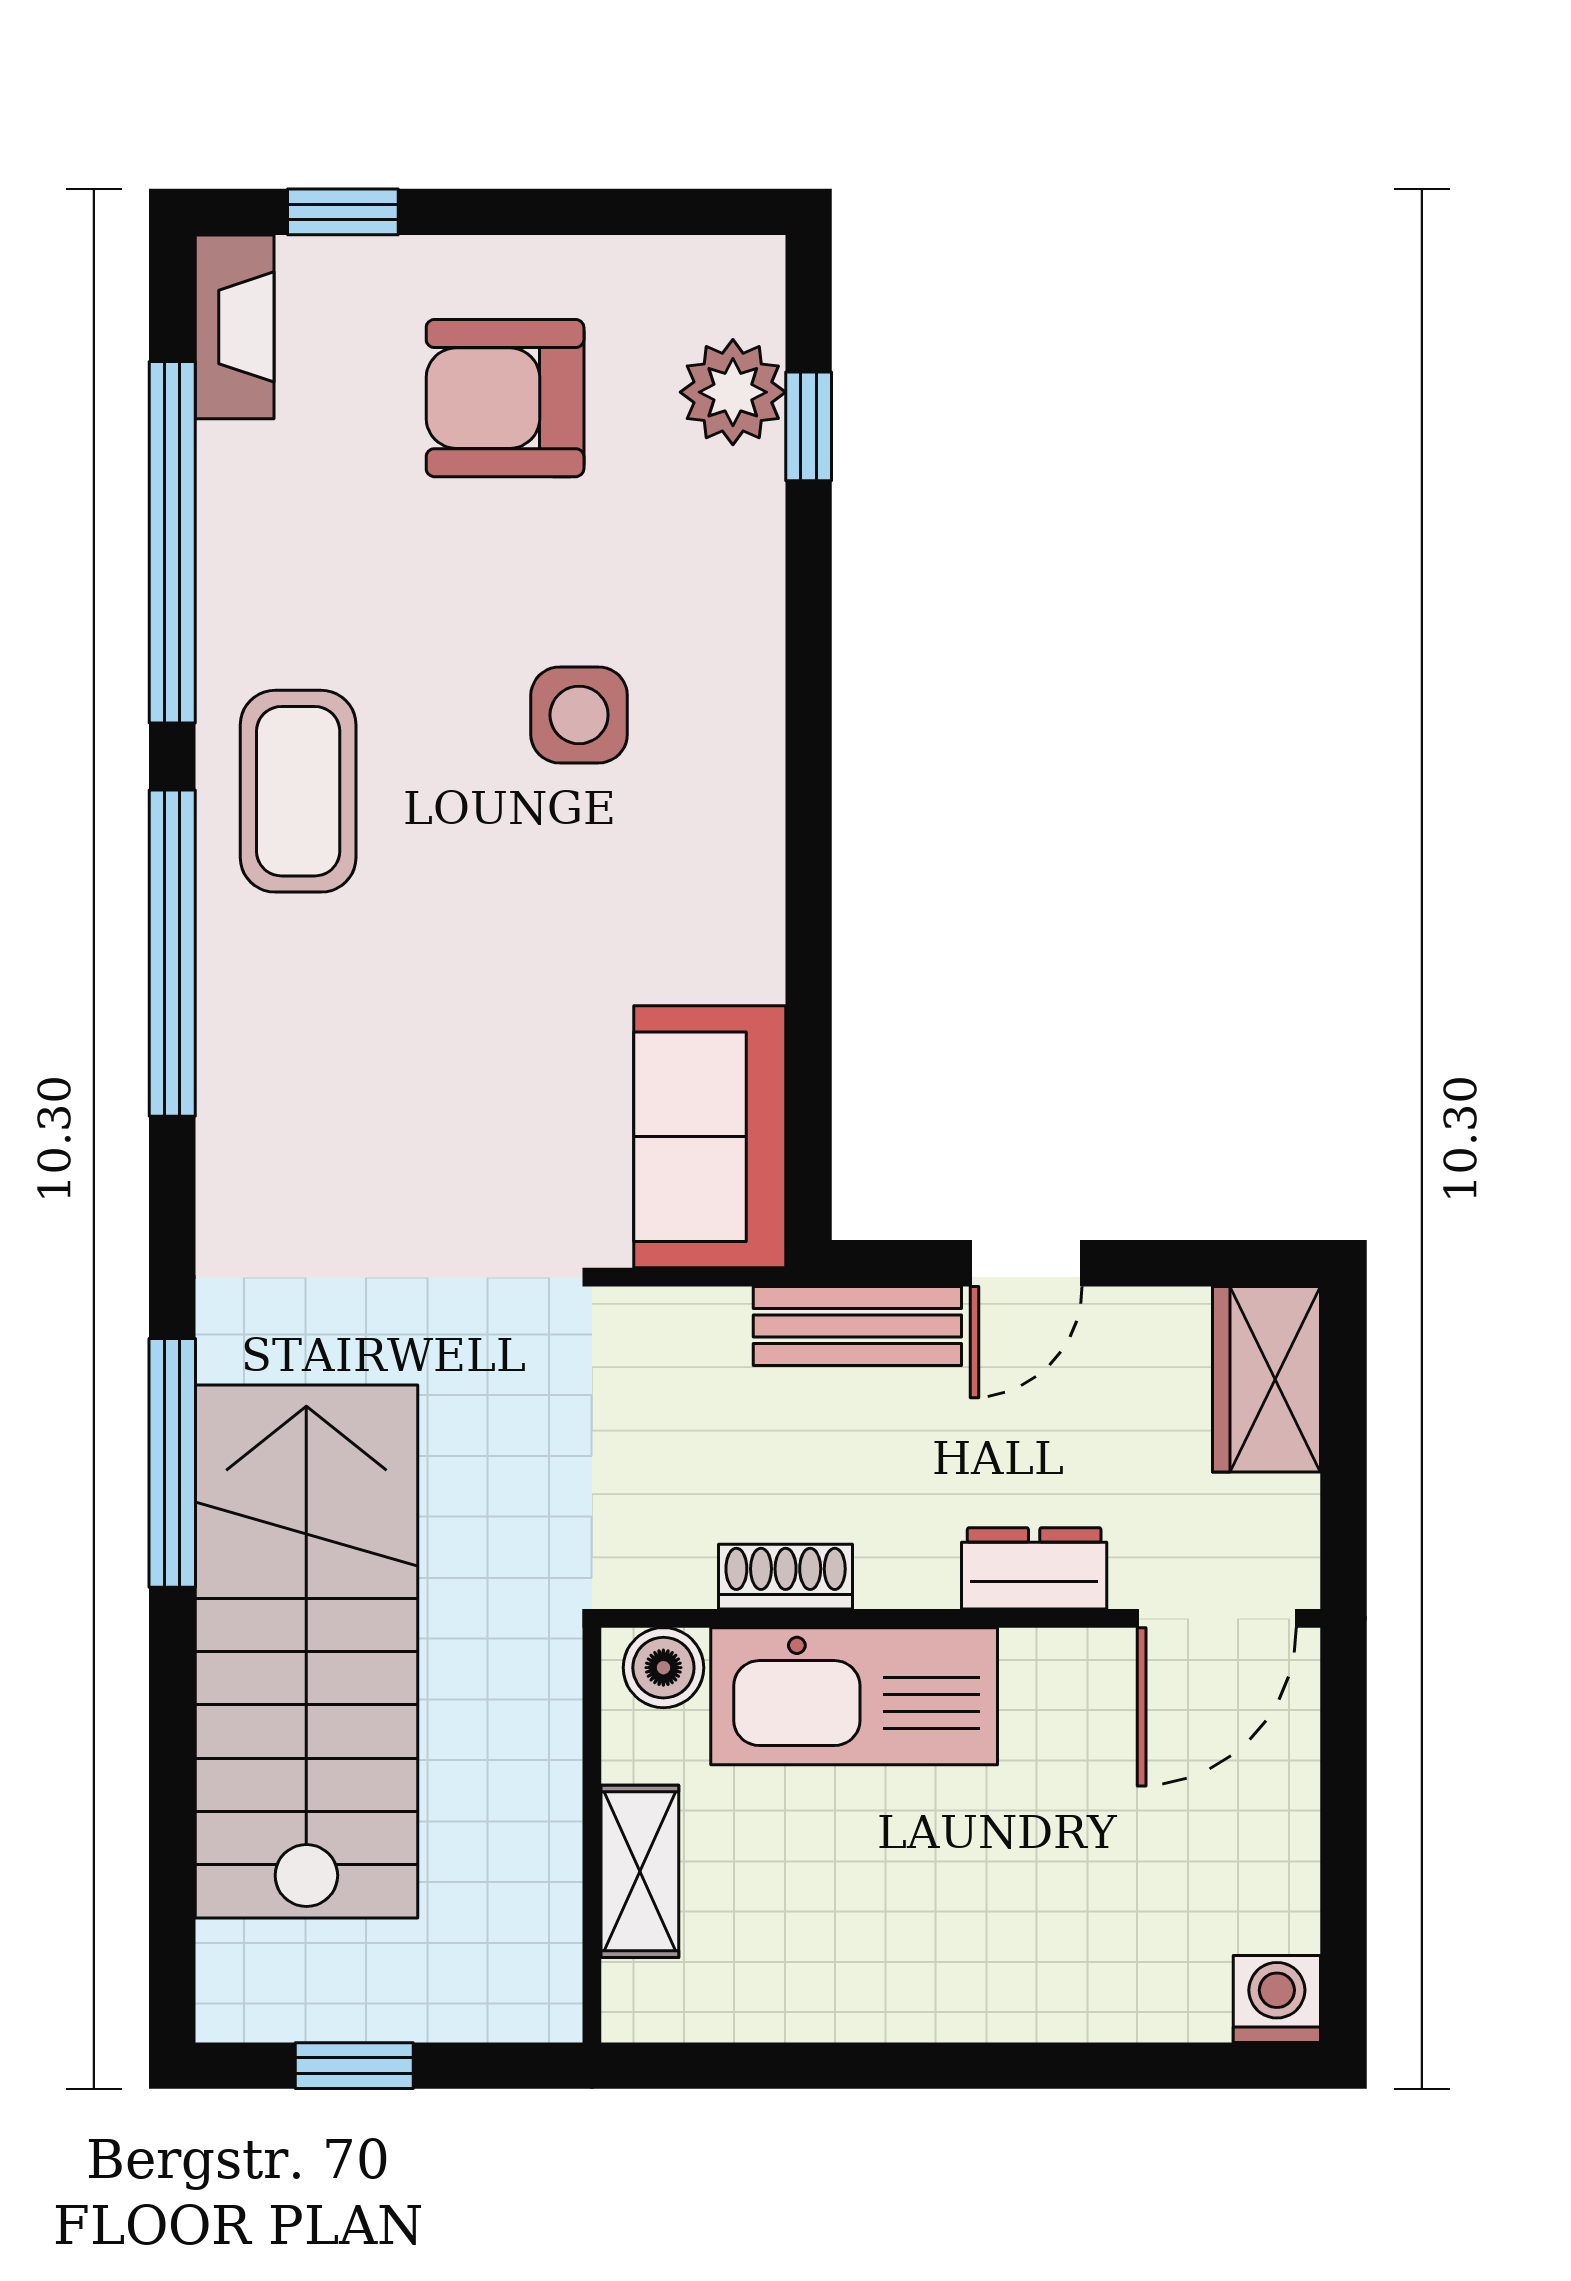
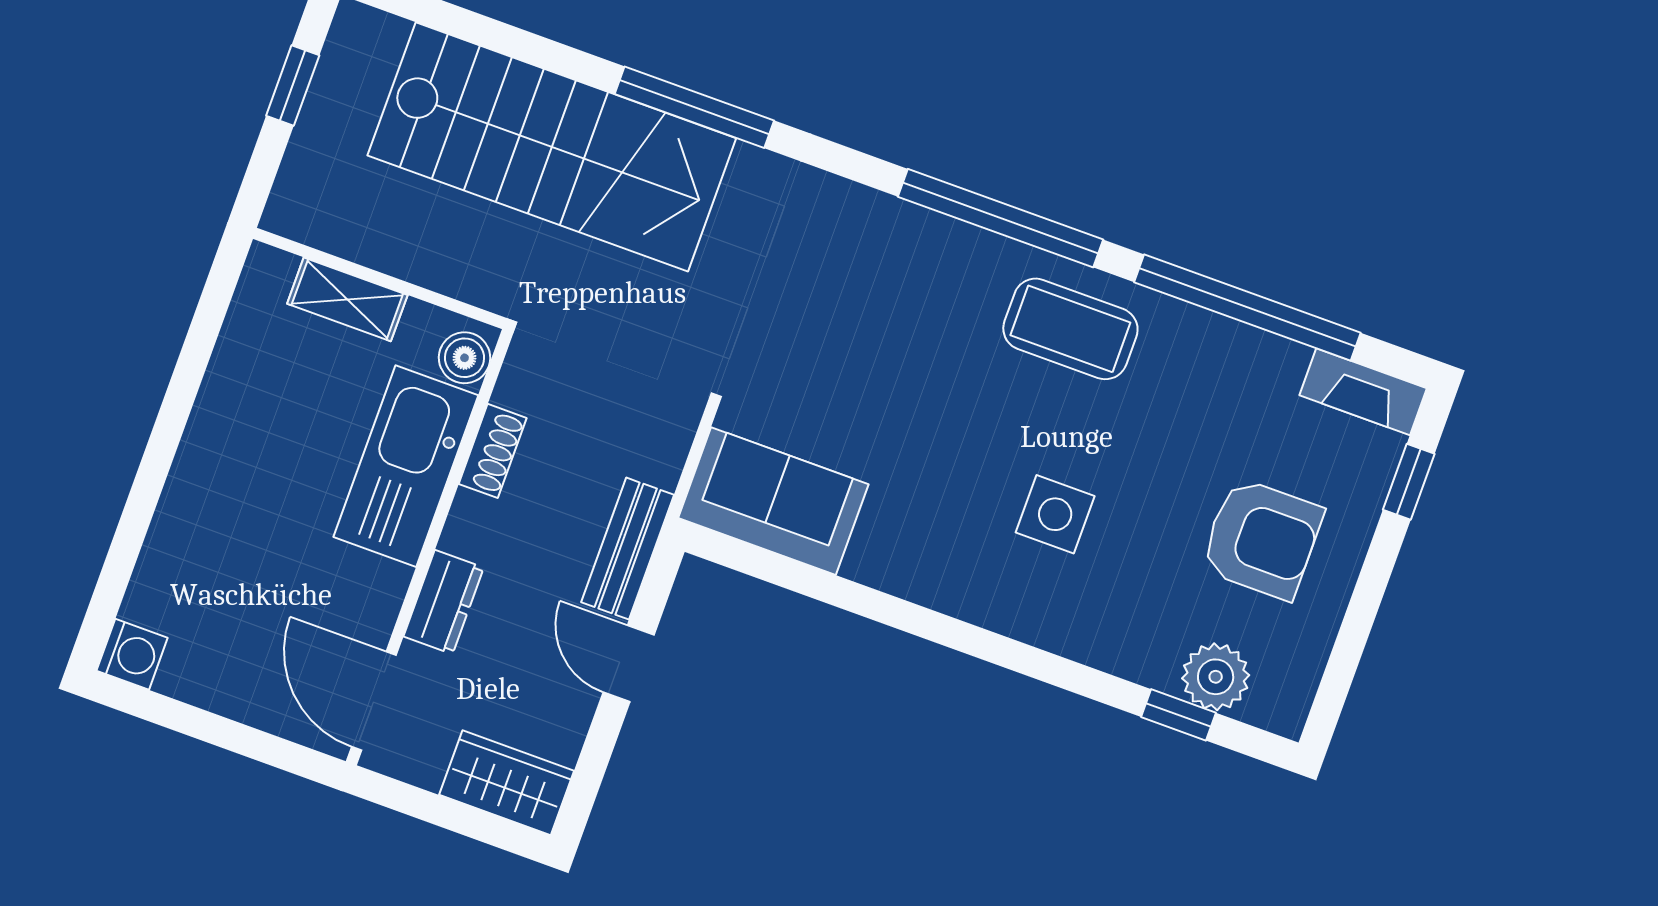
armchair: (505, 398) -> (1262, 539), turned 90

